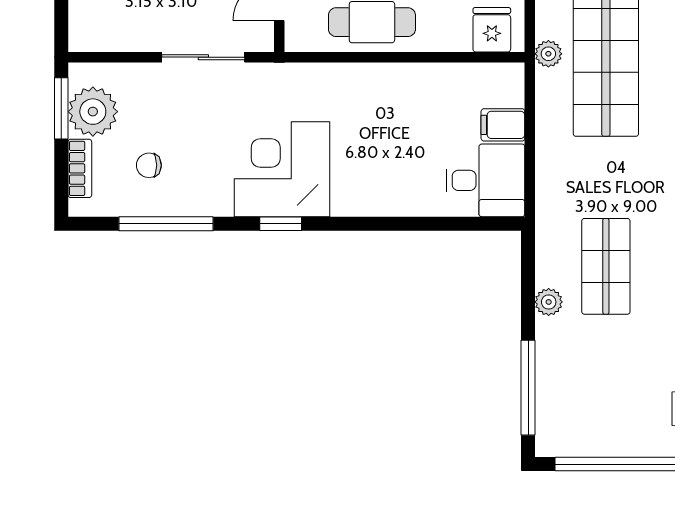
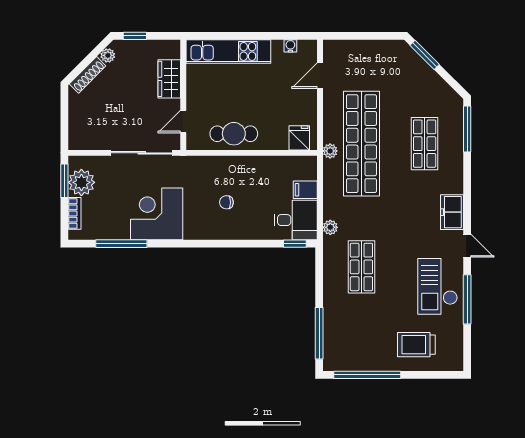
sliding door: (203, 57) -> (142, 153), width x1.37
chair: (149, 165) -> (226, 202), moved
corner desk: (282, 169) -> (157, 214), moved
window: (281, 224) -> (295, 244), moved
plant: (549, 302) -> (330, 227), moved

